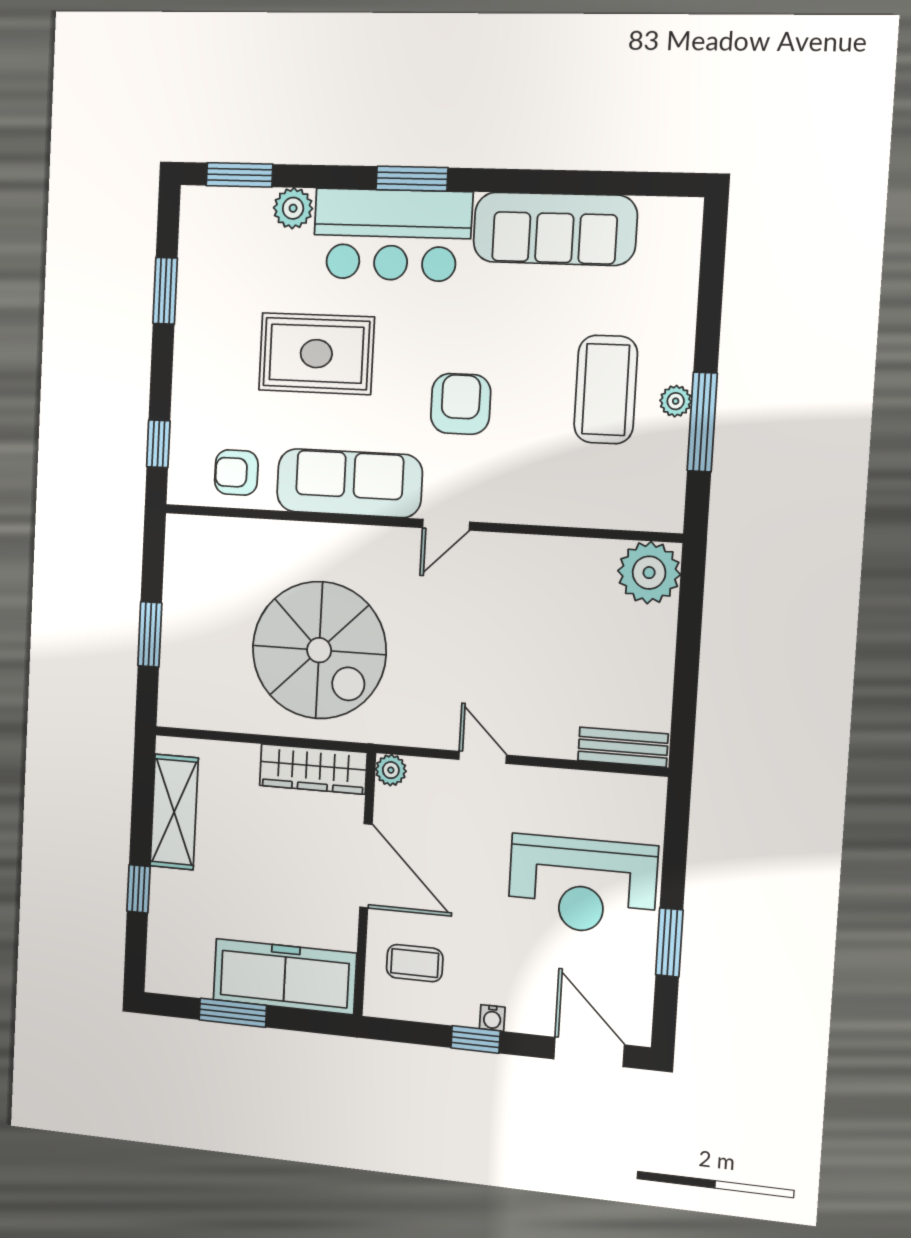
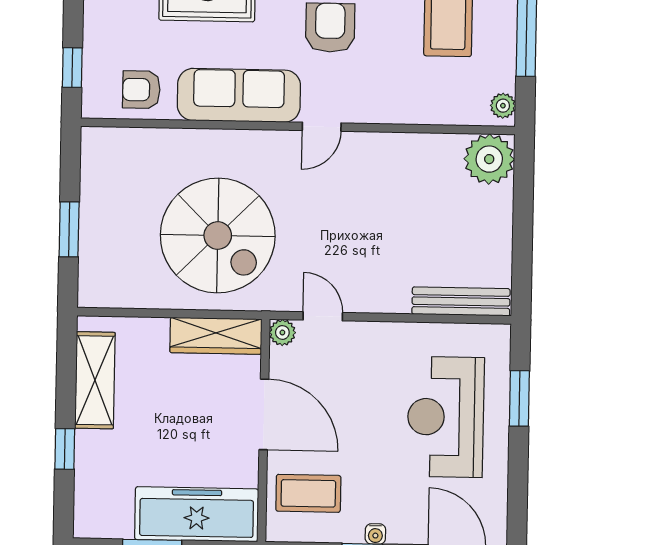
plant: (676, 401) -> (503, 106), moved
bench: (623, 747) -> (461, 301), width x1.36
door: (483, 757) -> (323, 316), moved
reception desk: (582, 885) -> (446, 417), turned 90
window: (669, 942) -> (519, 398), moved
coffee table: (415, 963) -> (308, 493), width x1.36, depth x1.30

